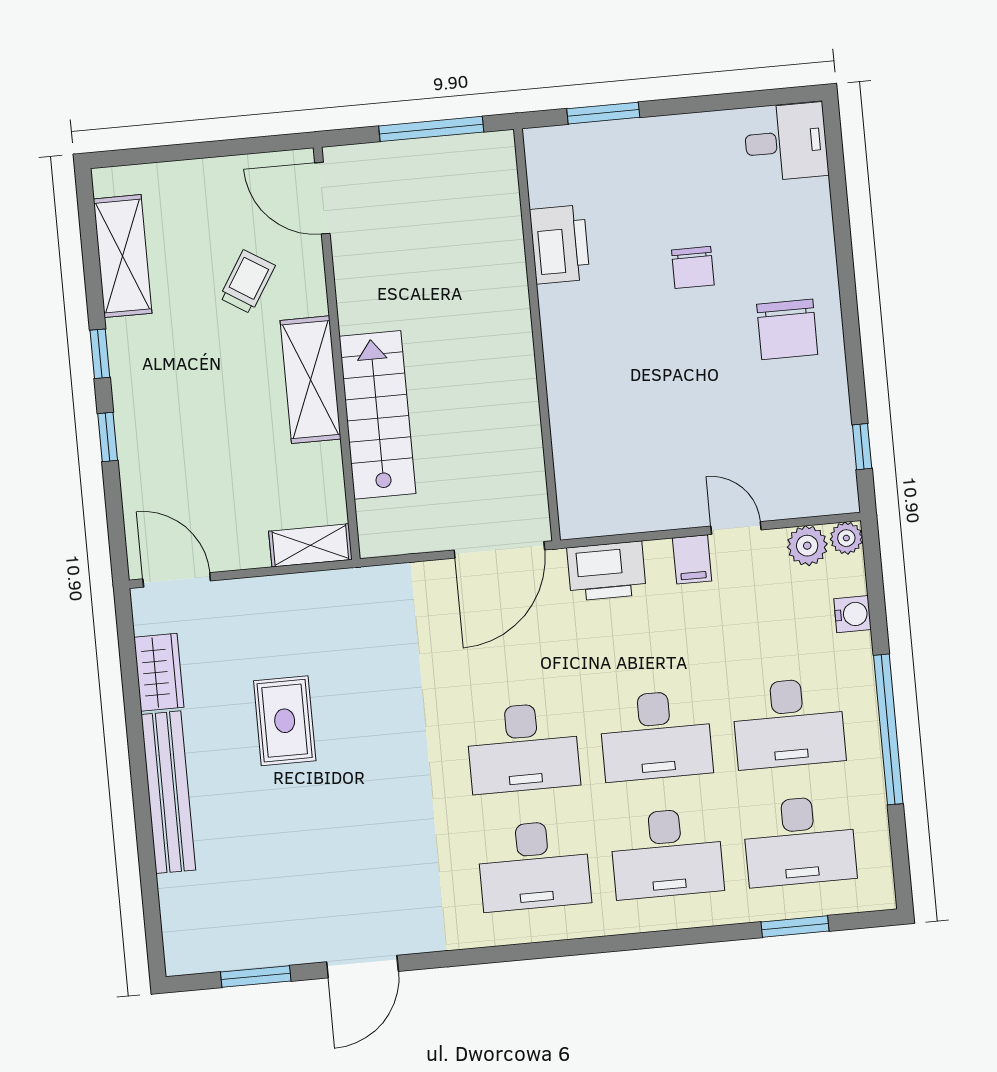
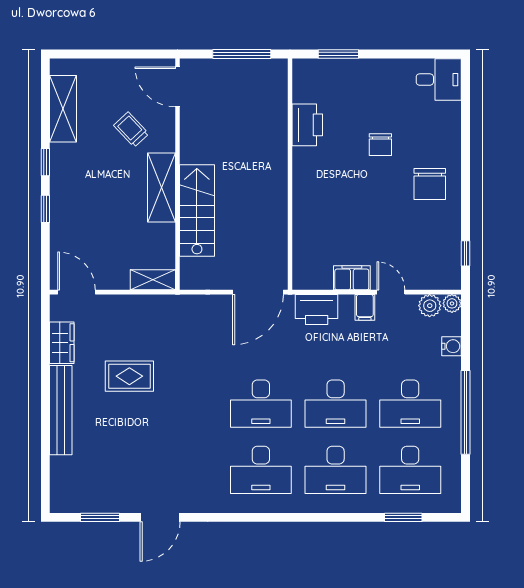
trolley: (247, 282) -> (131, 130), turned -75
filing cabinet: (664, 509) -> (352, 278), added
rug: (285, 721) -> (129, 376), turned 90

